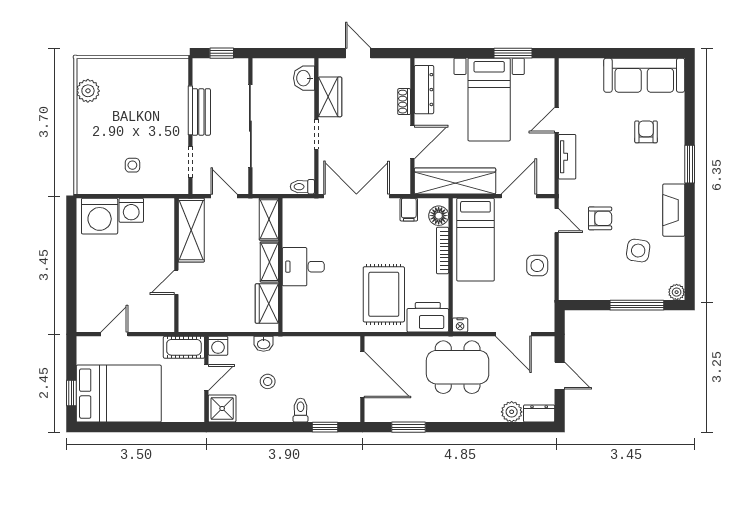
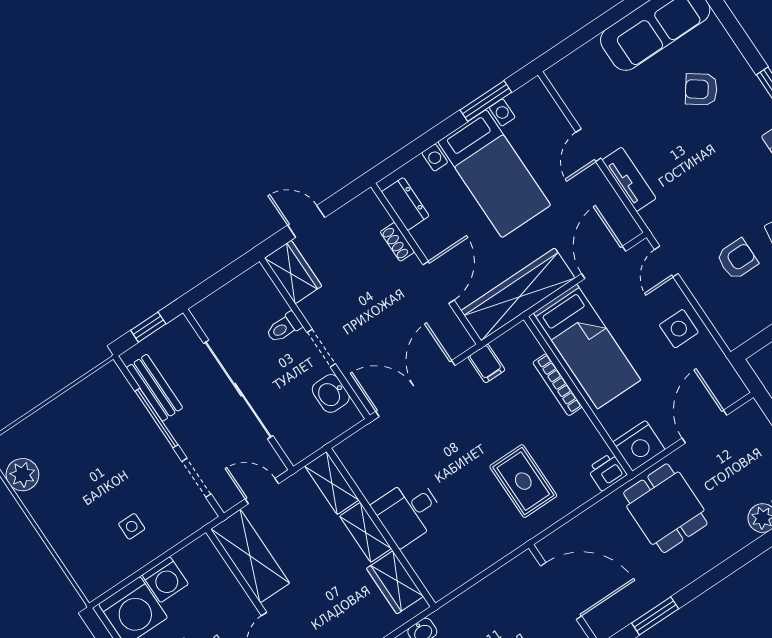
washbasin: (304, 78) -> (331, 393), moved
dresser: (424, 90) -> (405, 204), width x0.70
wardrobe: (330, 97) -> (293, 272), moved
bench: (201, 112) -> (155, 388), moved
armchair: (646, 132) -> (701, 89), turned -54
toilet: (302, 187) -> (284, 327), moved
floor lamp: (439, 216) -> (526, 347), removed
armchair: (600, 218) -> (737, 259), moved
door: (557, 221) -> (666, 262), swing flipped
rug: (384, 294) -> (523, 481), width x0.73, depth x0.70
printer: (428, 317) -> (607, 472), width x0.53, depth x0.68
nightstand: (460, 325) -> (639, 446), width x1.89, depth x1.79
door: (513, 334) -> (704, 427), swing flipped
dining table: (458, 367) -> (665, 508), width x0.73

